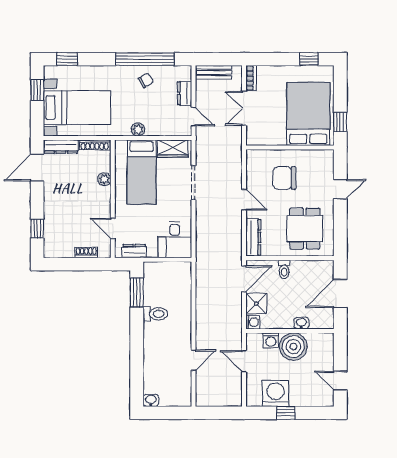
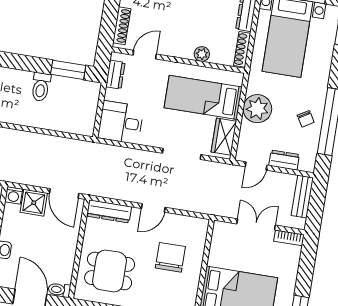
plant: (138, 129) -> (257, 109), width x1.88, depth x1.88
shoe rack: (86, 252) -> (122, 26), width x1.43
toilet: (284, 269) -> (59, 290), moved

